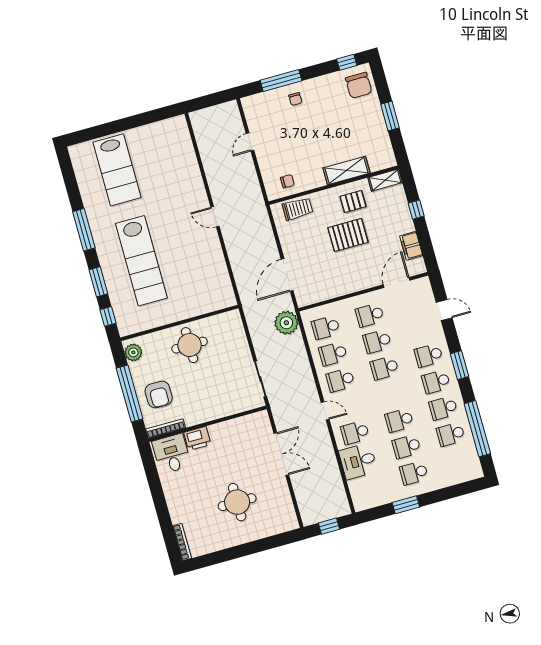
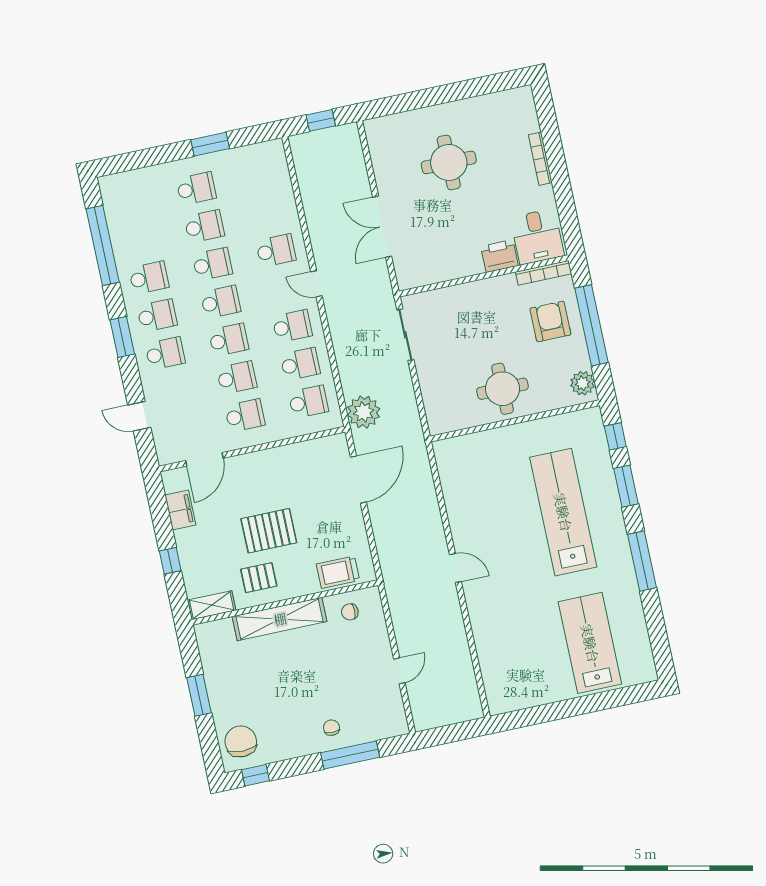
shelving: (347, 170) -> (280, 619), width x1.47
school desk: (451, 434) -> (221, 302), moved
desk: (358, 461) -> (274, 210), removed
bookcase: (182, 542) -> (540, 159), moved

